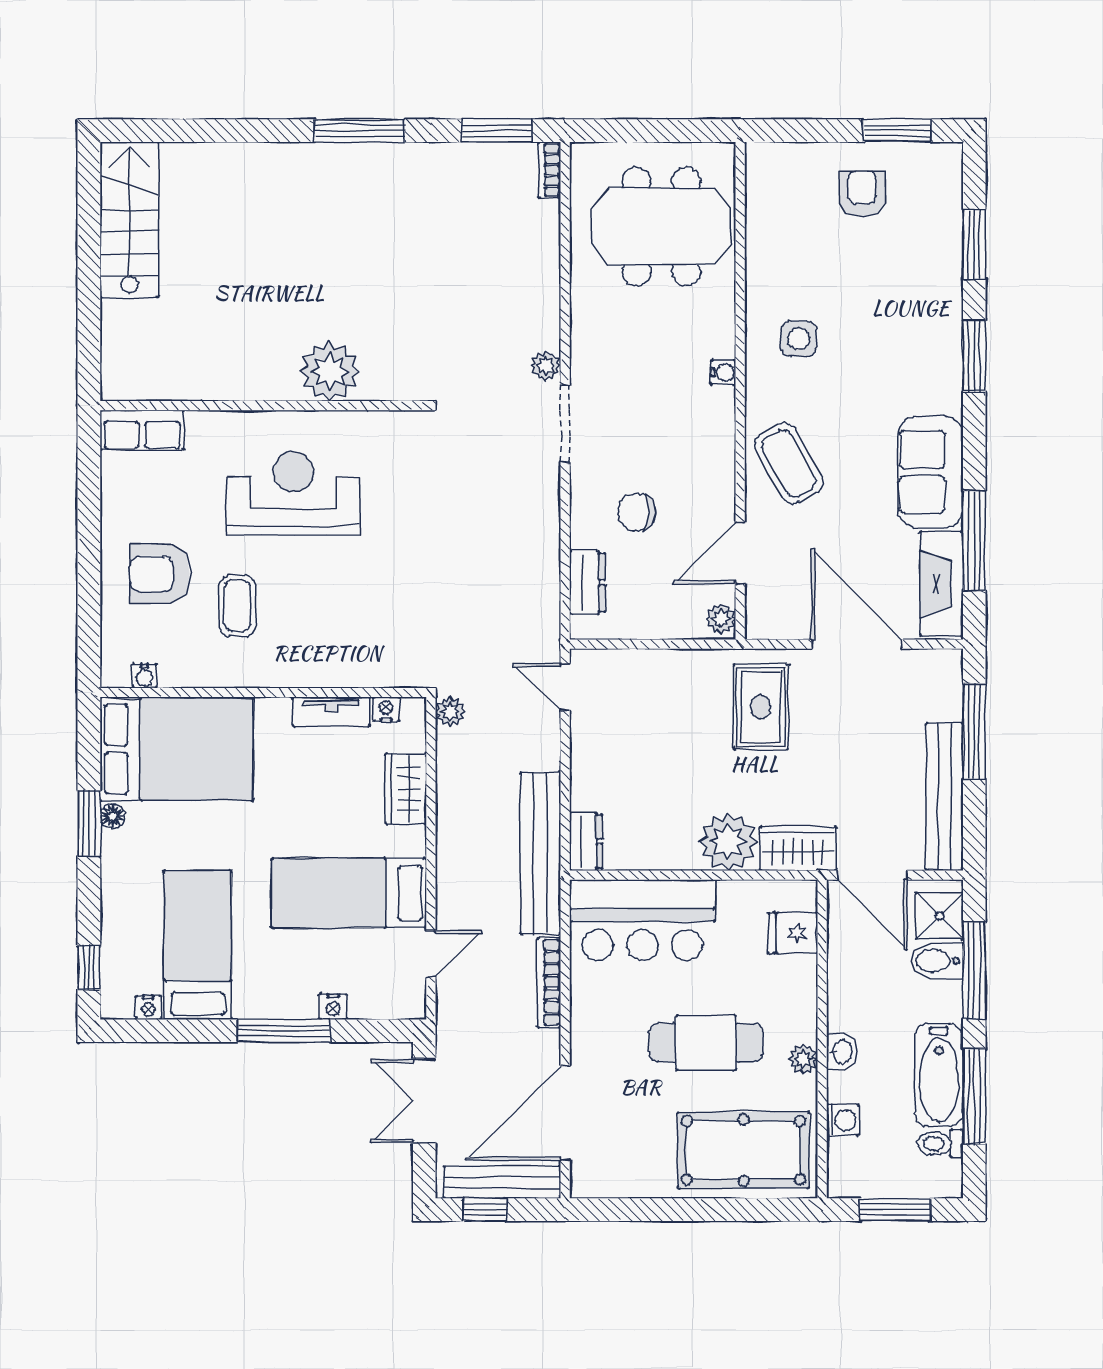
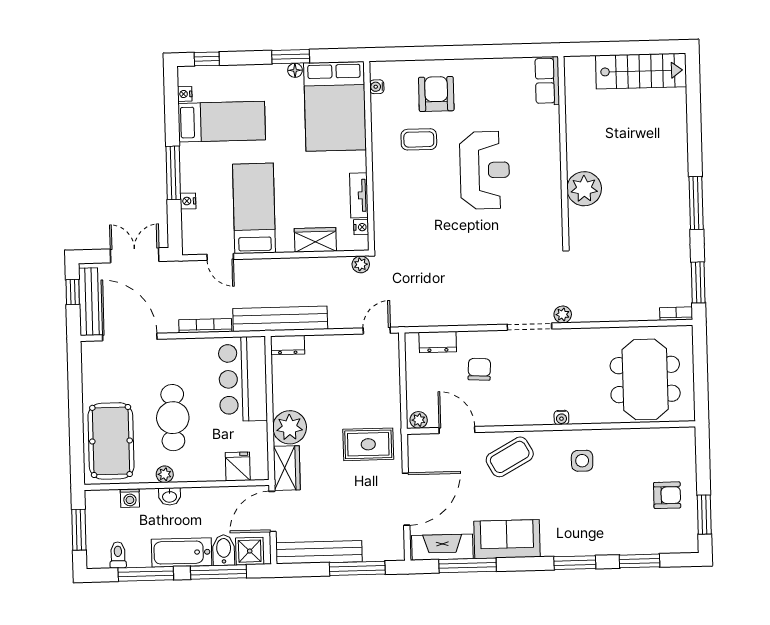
plant: (330, 371) -> (584, 189), moved
wall: (263, 406) -> (563, 151), moved
row of seats: (142, 430) -> (547, 81), moved
bathtub: (939, 1075) -> (182, 552), moved

